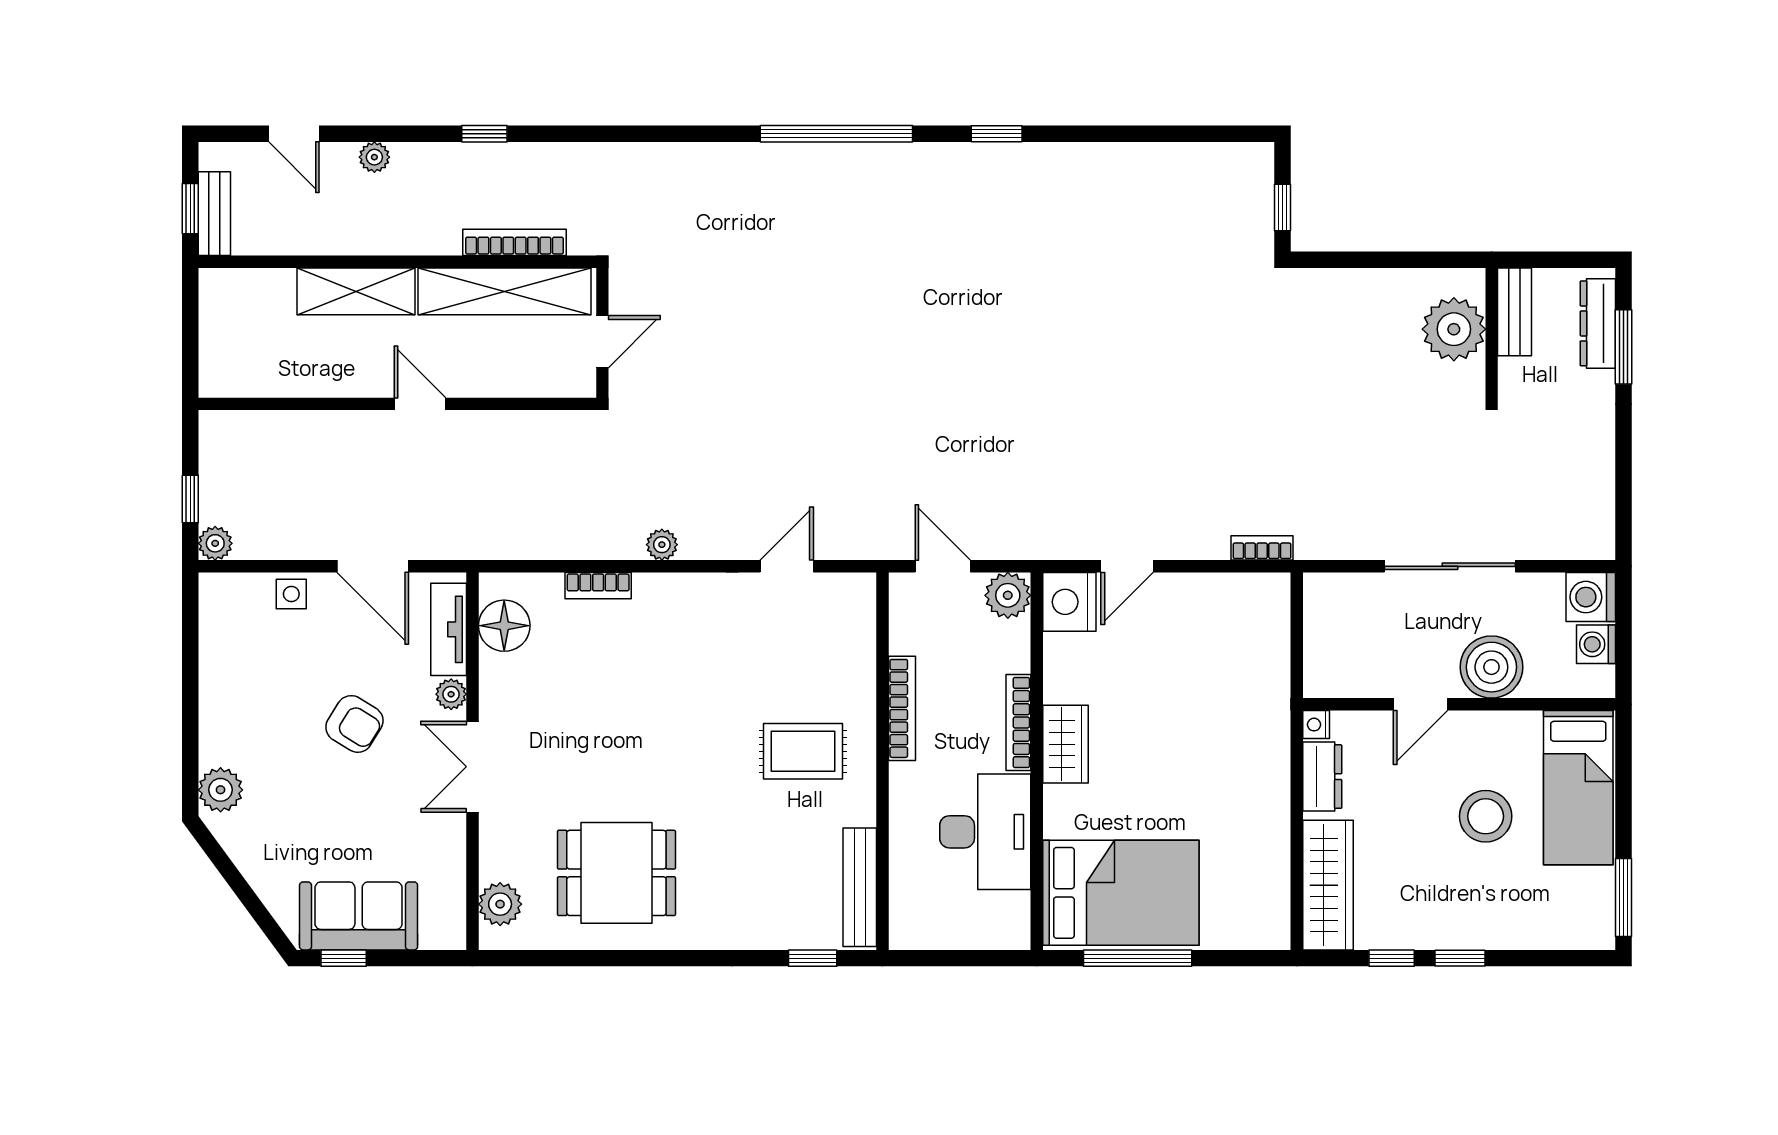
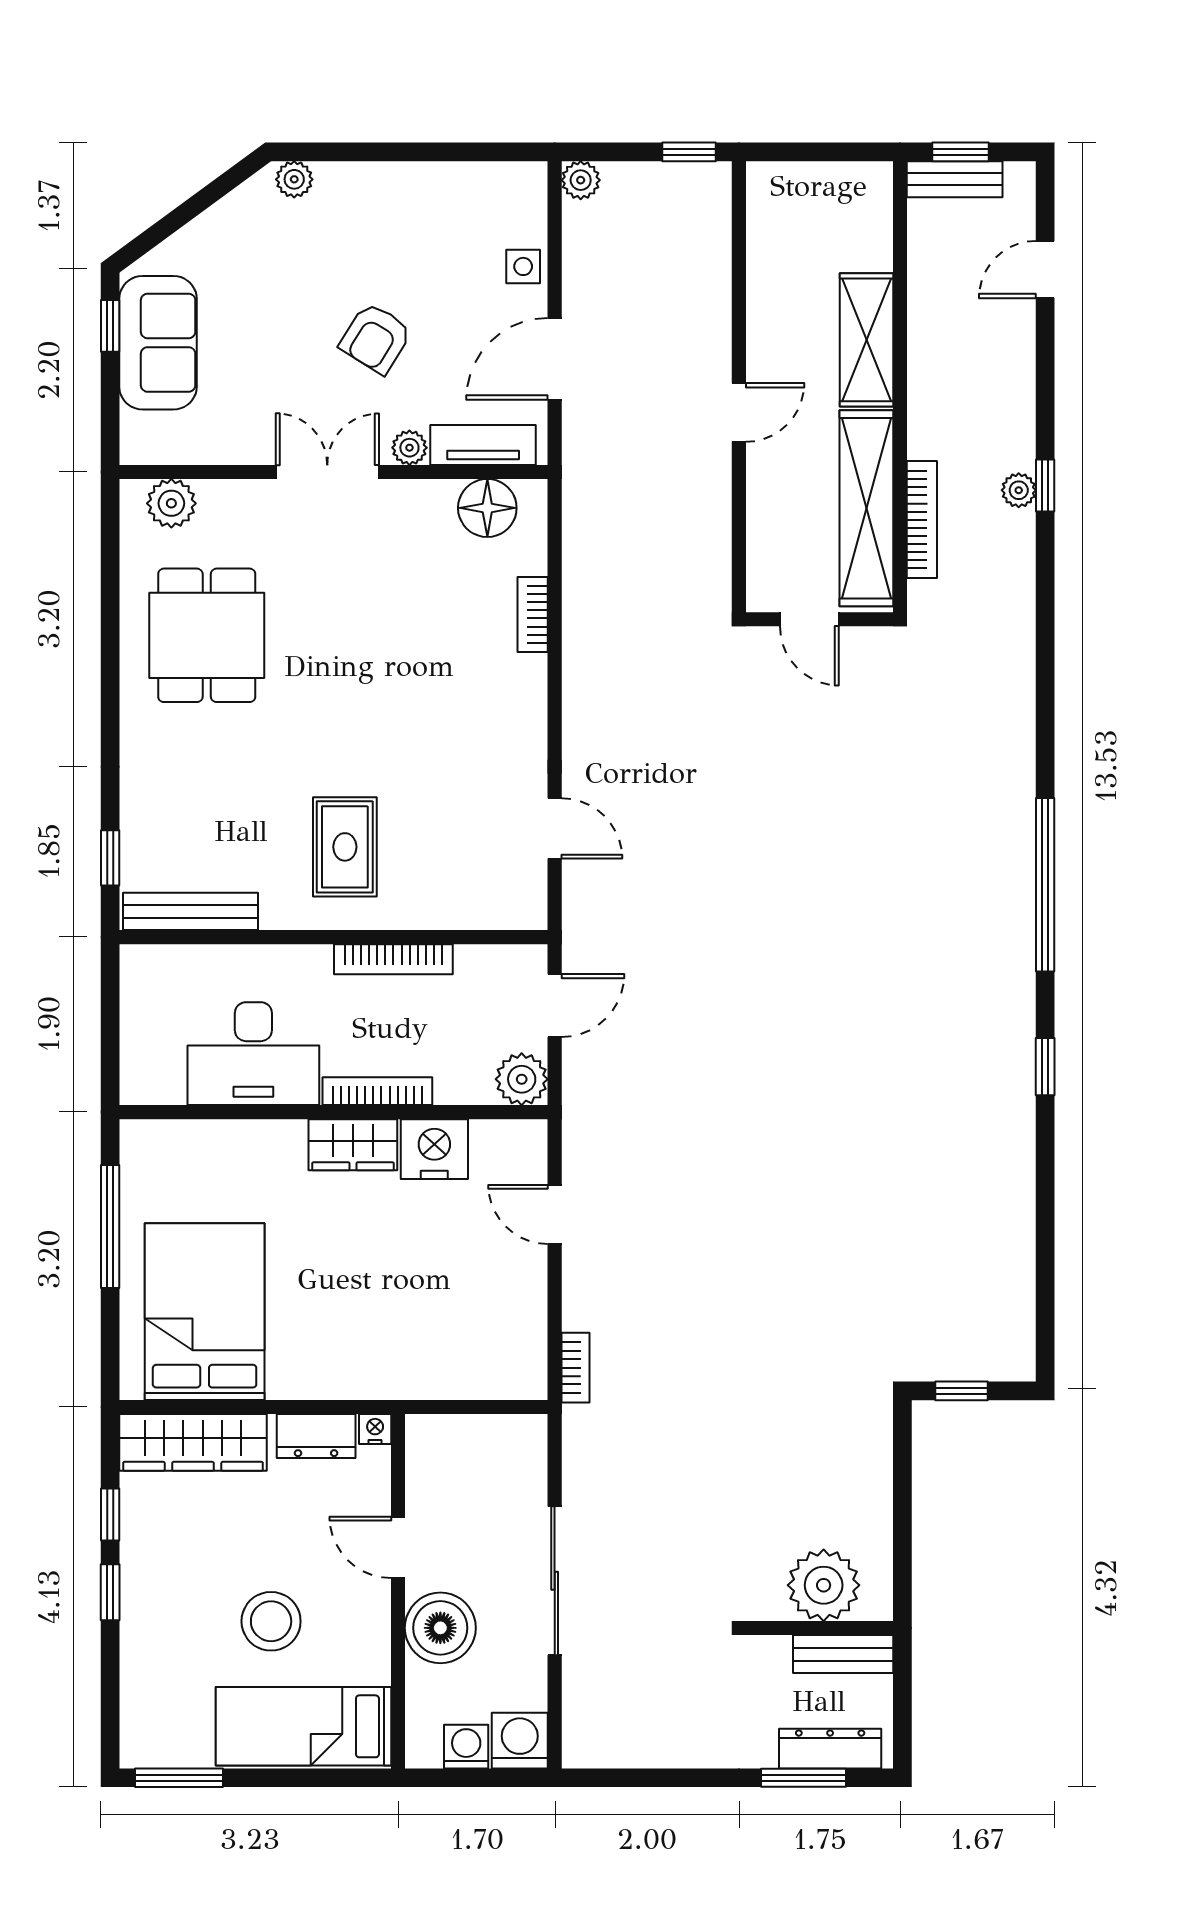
plant: (374, 157) -> (1019, 490), moved
window: (190, 499) -> (689, 152), moved
plant: (662, 545) -> (579, 687), removed
nightstand: (1069, 602) -> (434, 1149), moved
plant: (221, 790) -> (294, 179), width x0.73, depth x0.73
bed: (1121, 893) -> (205, 1312), moved, turned 180

